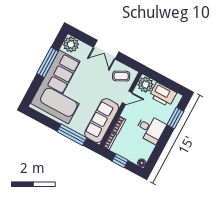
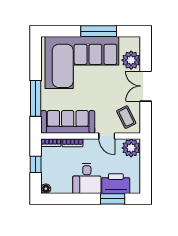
plant: (71, 44) -> (131, 60), moved
printer: (163, 95) -> (116, 184), moved, turned 90

